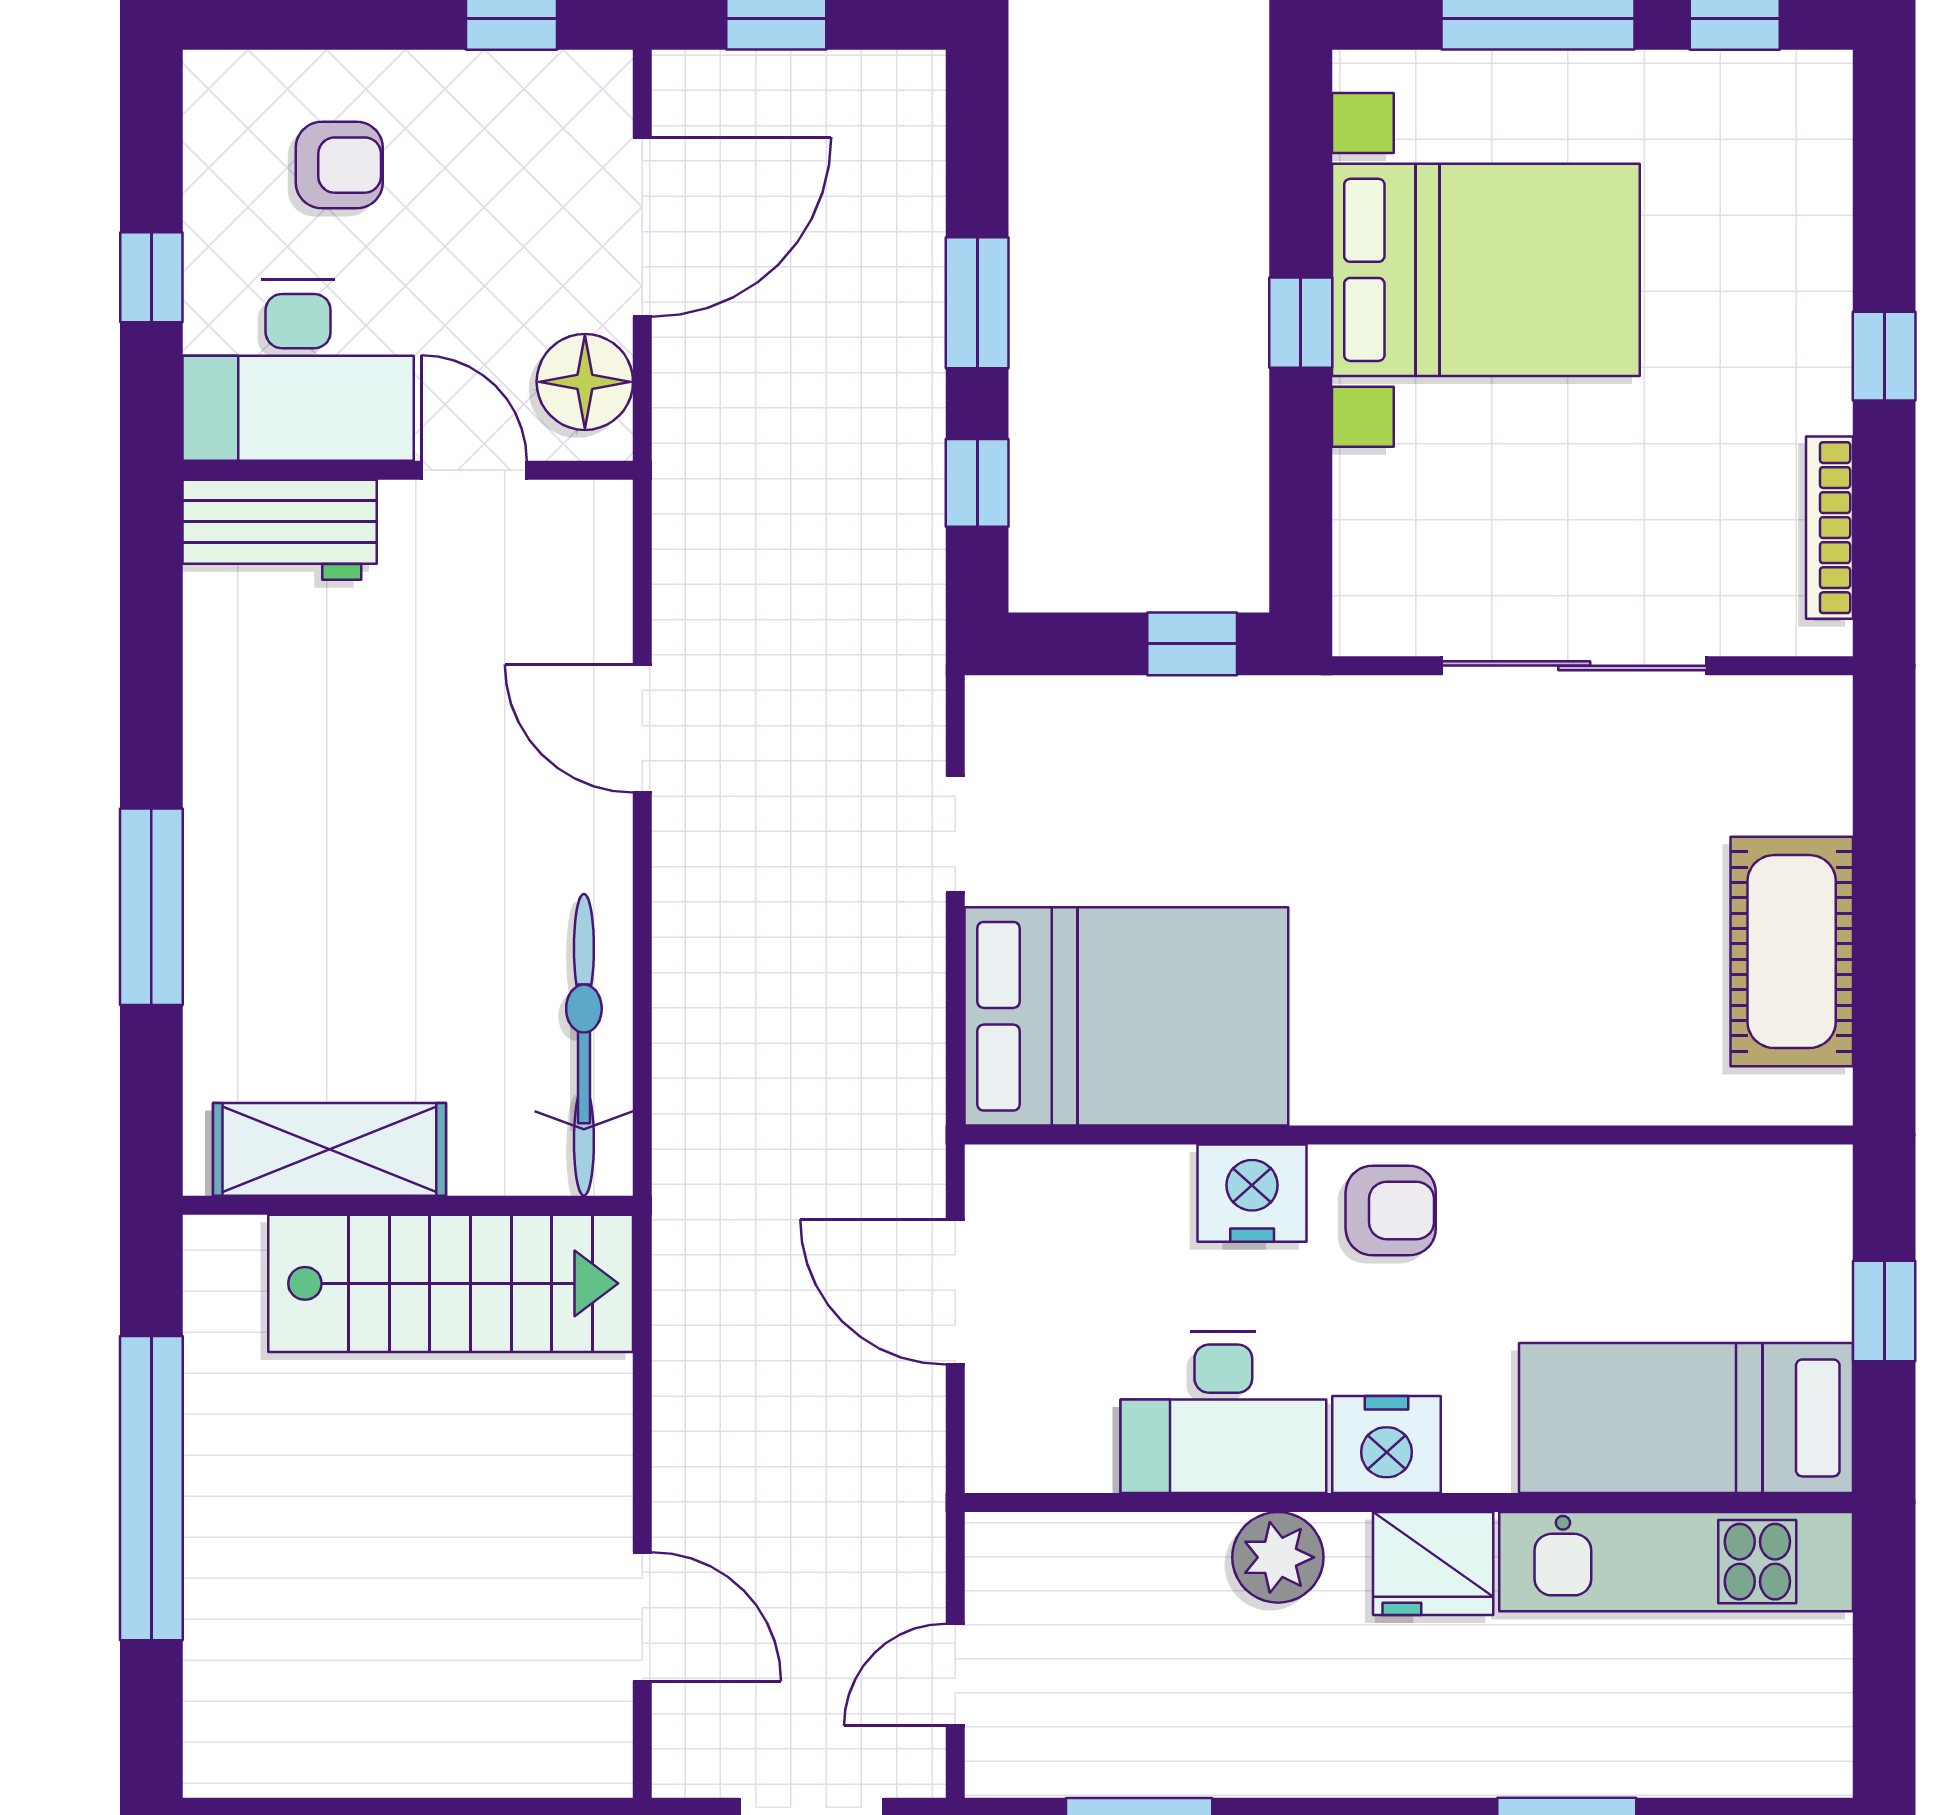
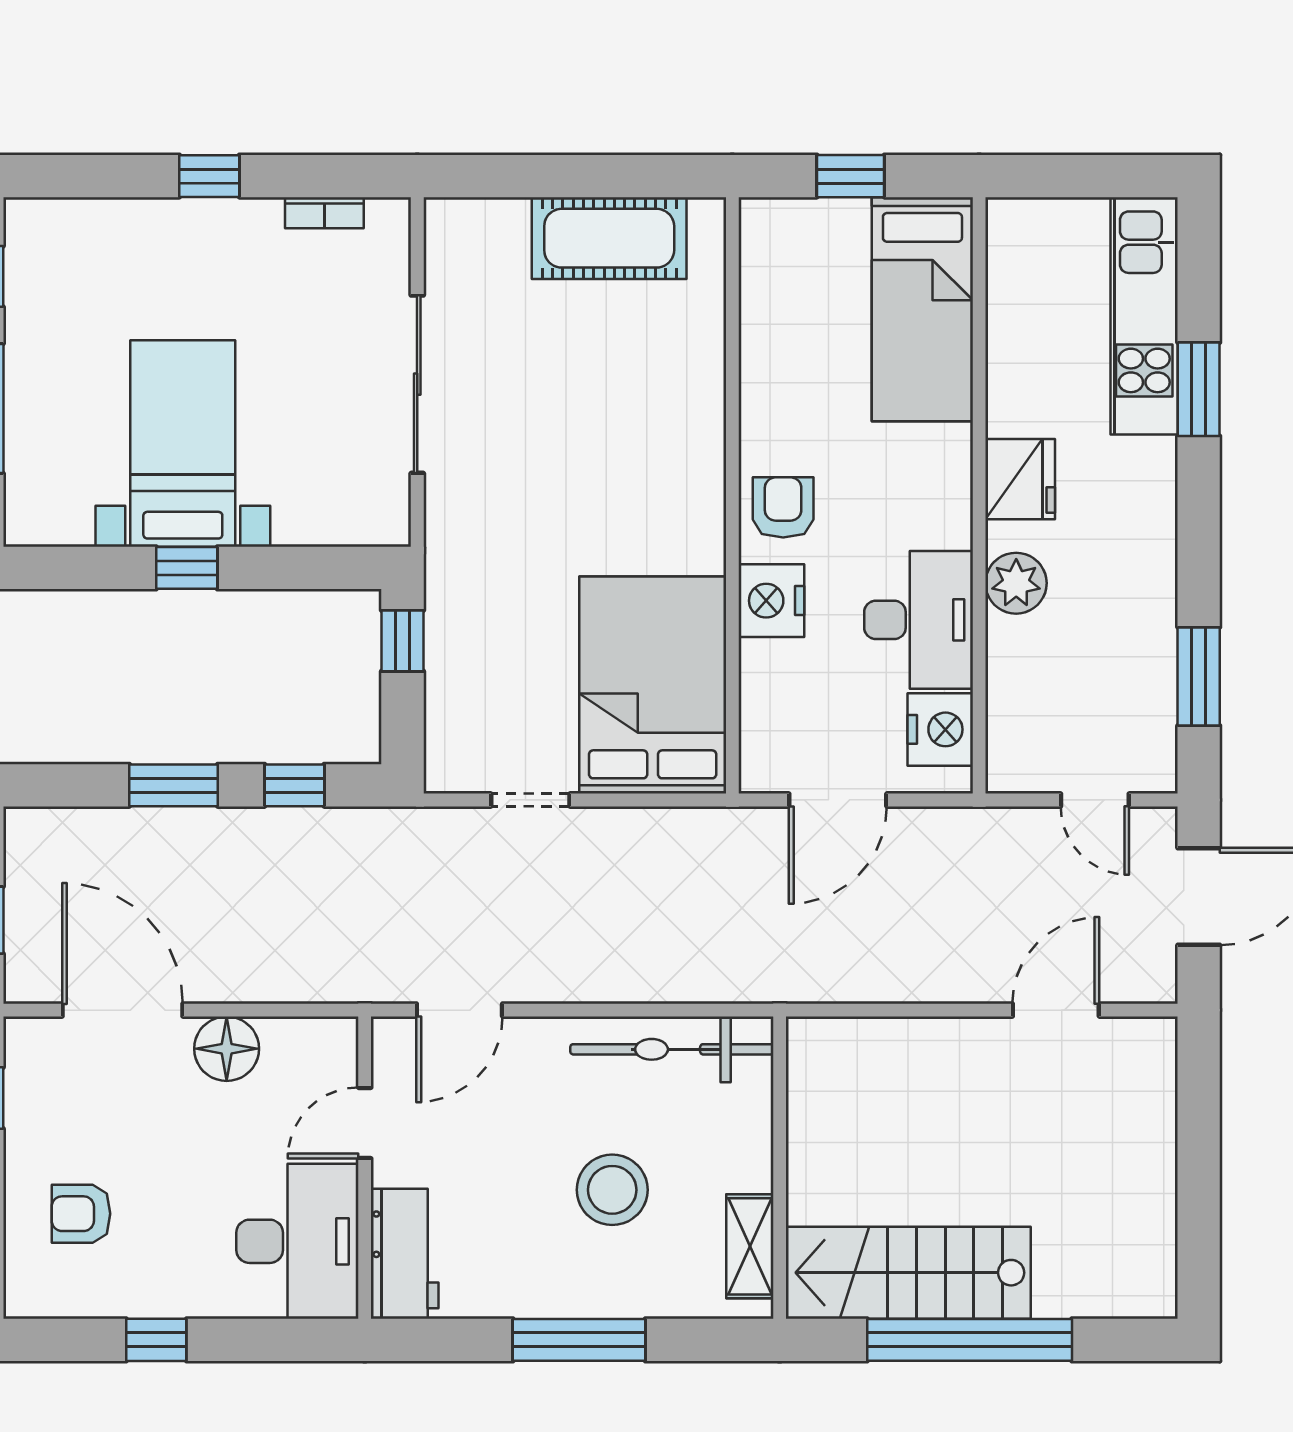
armchair: (339, 165) -> (81, 1214), turned -90
bed with nightstands: (1486, 270) -> (183, 444), width x0.73
desk: (298, 370) -> (297, 1241), moved
wall: (408, 470) -> (365, 1168), moved
door: (474, 470) -> (365, 1123), moved
bookcase: (1829, 528) -> (324, 213), width x0.64
workbench: (280, 530) -> (405, 1254), moved
stool: (375, 956) -> (612, 1190), added
shelving: (329, 1149) -> (750, 1246), width x0.67, depth x0.75
stairs: (451, 1283) -> (908, 1273), moved, turned -90
nightstand: (1387, 1444) -> (940, 729), moved
kitchen unit: (1676, 1562) -> (1144, 316), moved, turned 180

